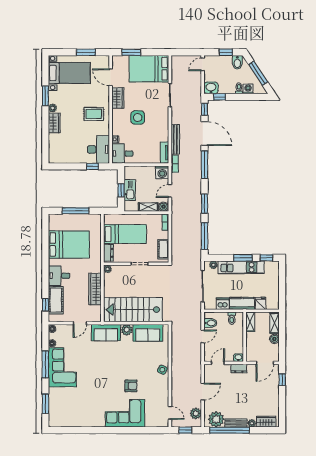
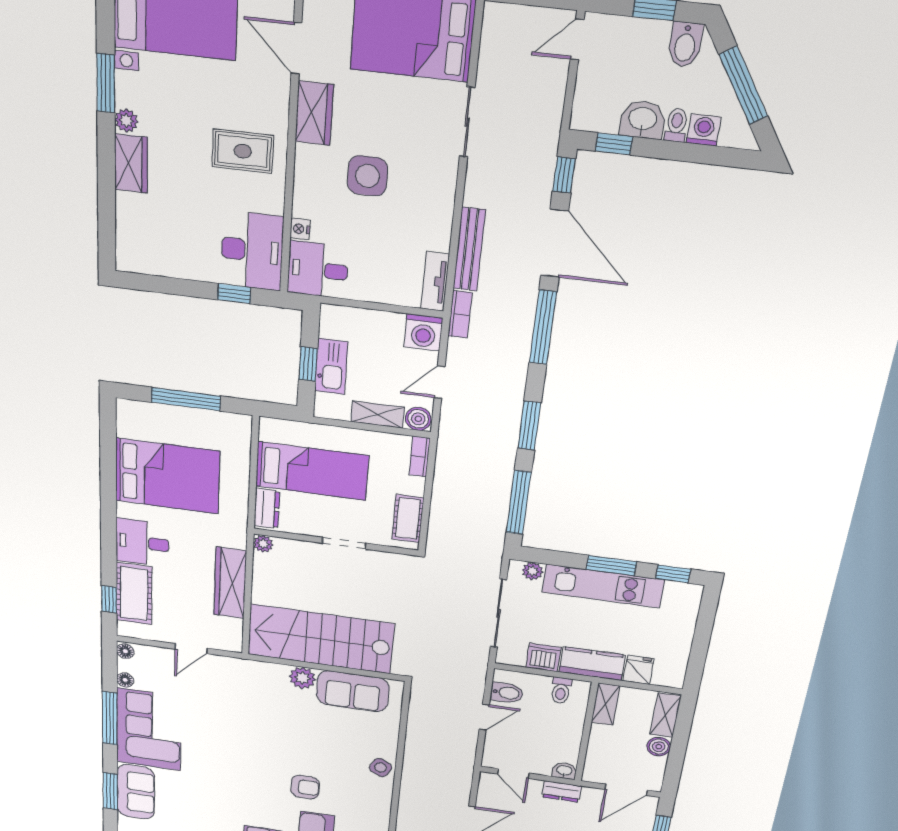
washbasin: (211, 88) -> (643, 120), moved
sofa: (106, 333) -> (136, 792), moved, turned -90
door: (218, 363) -> (513, 774), swing flipped

